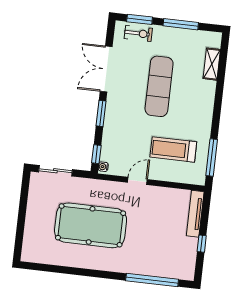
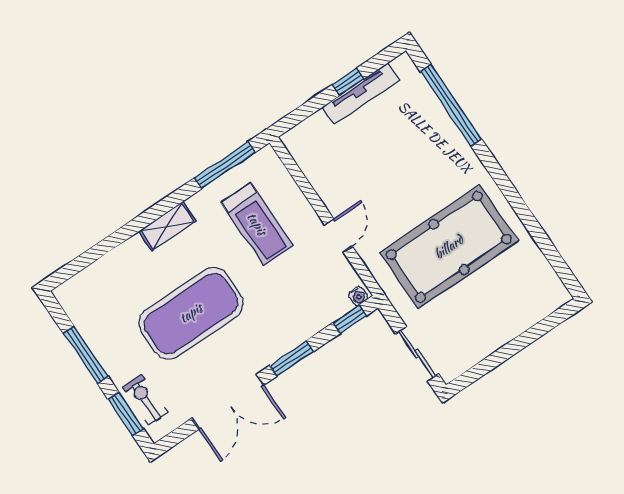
shelving: (212, 64) -> (167, 226), moved
exercise mat: (159, 86) -> (191, 313), width x1.47
door: (137, 181) -> (339, 236), swing flipped
tv unit: (195, 214) -> (361, 94), moved
pool table: (91, 225) -> (449, 247), turned 90

